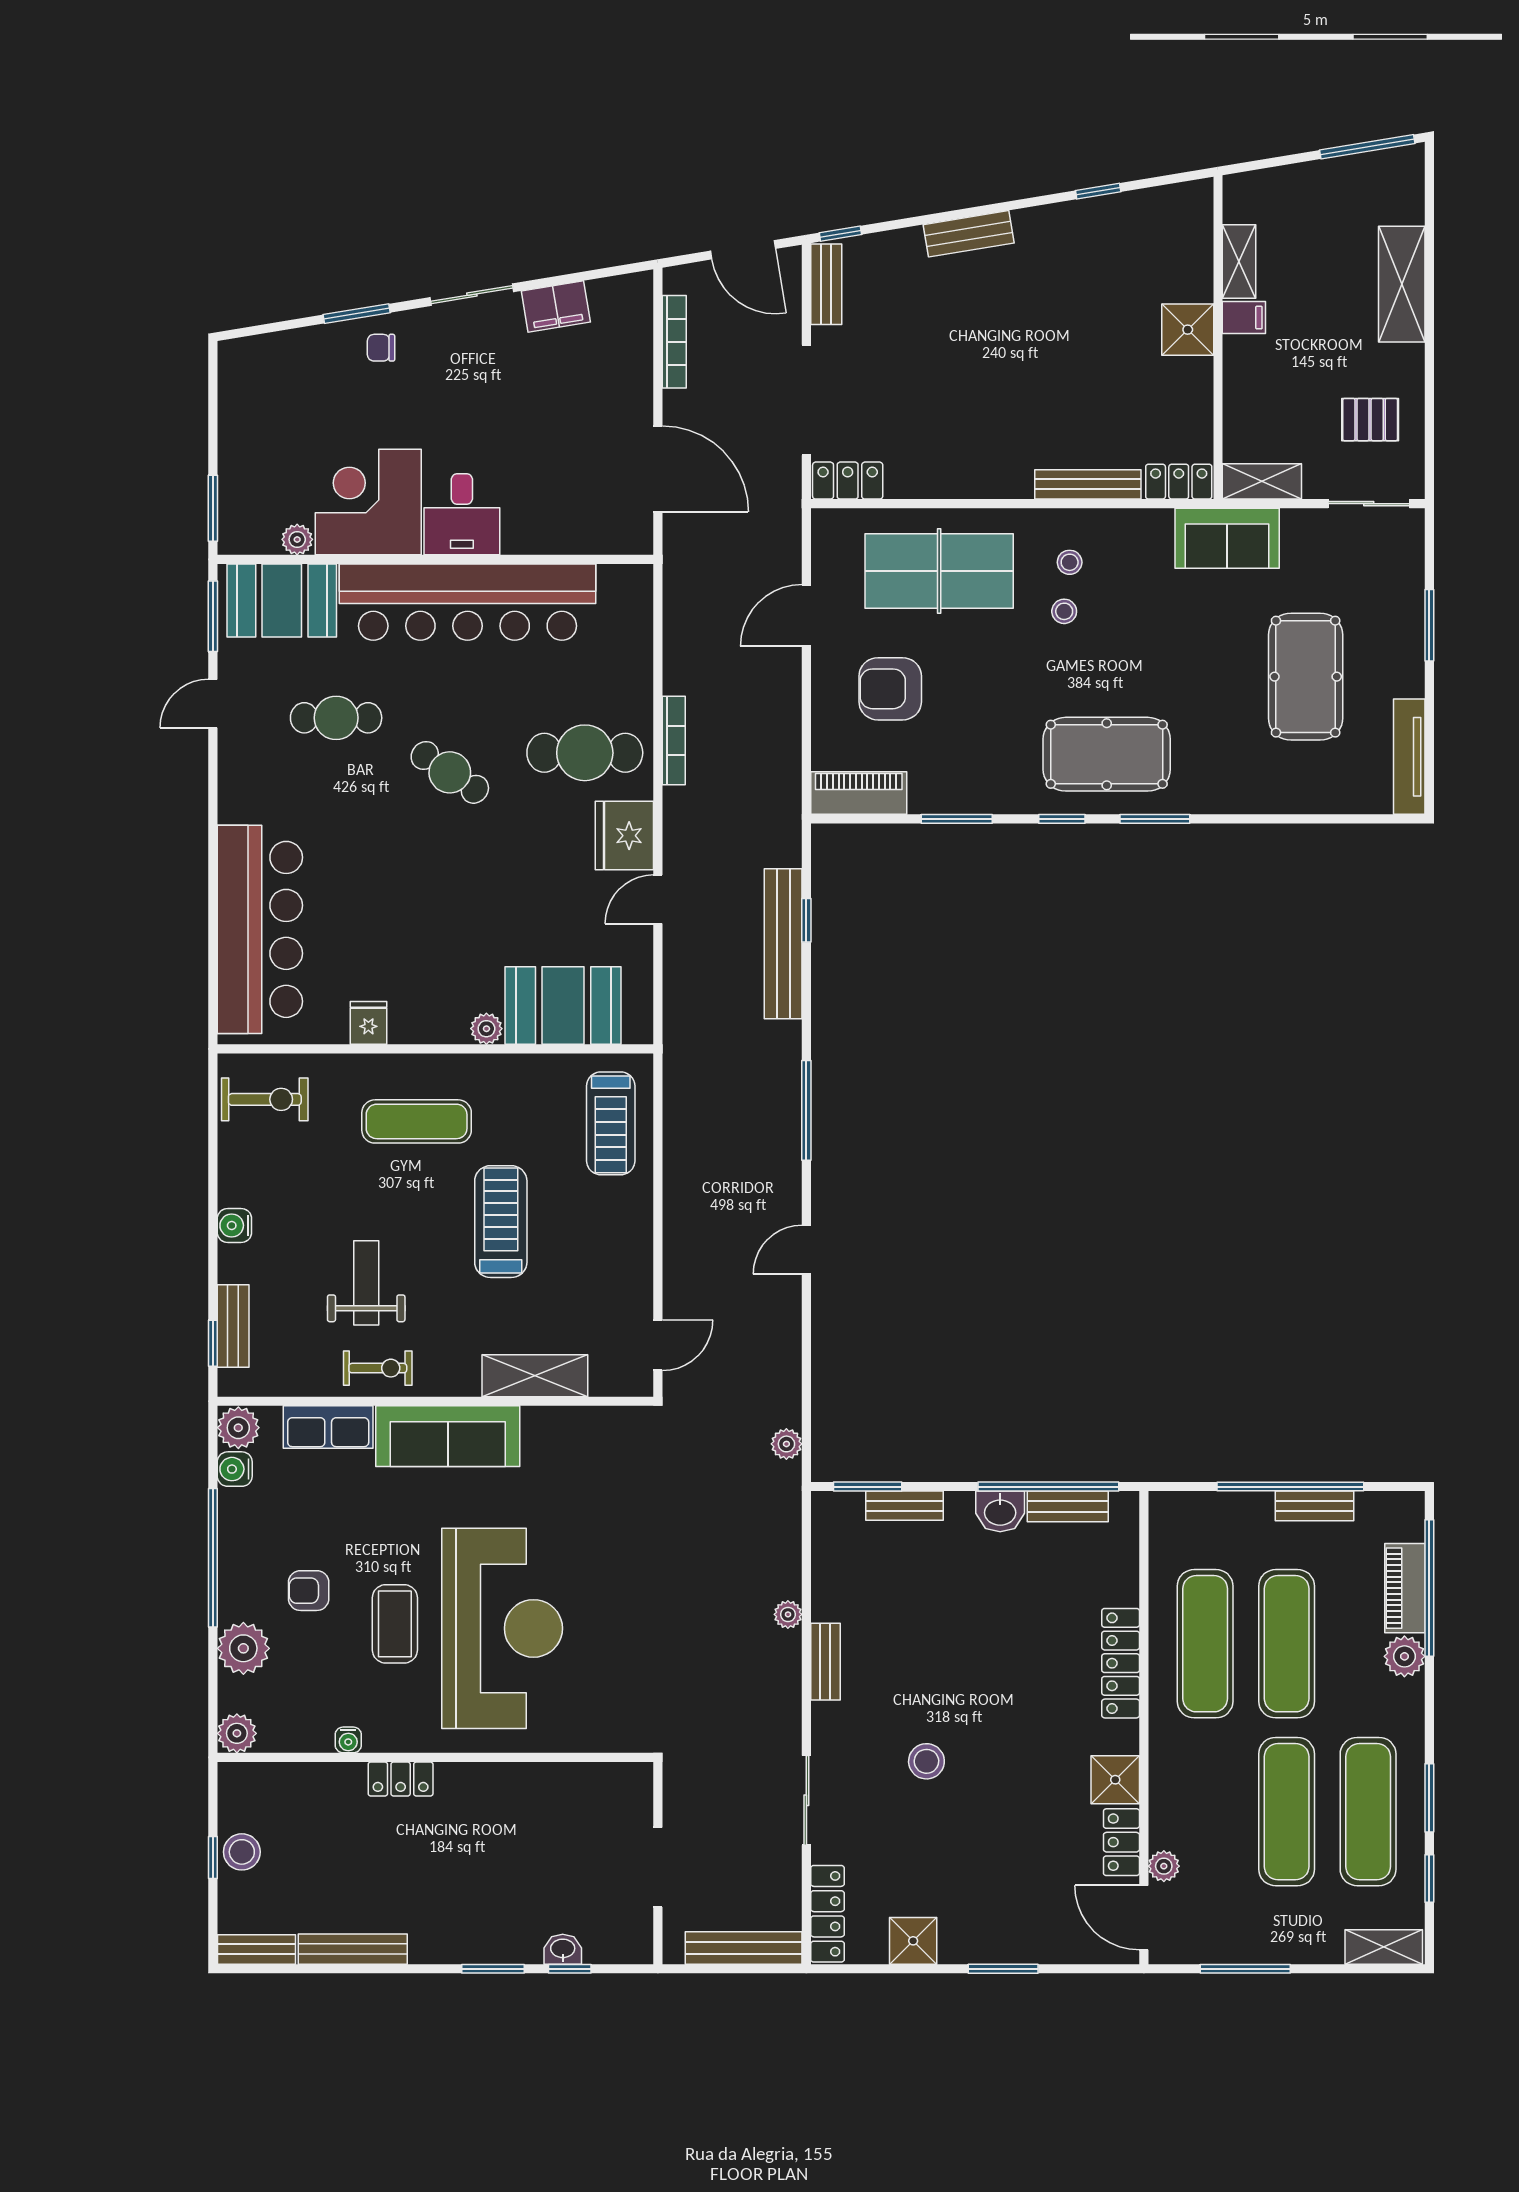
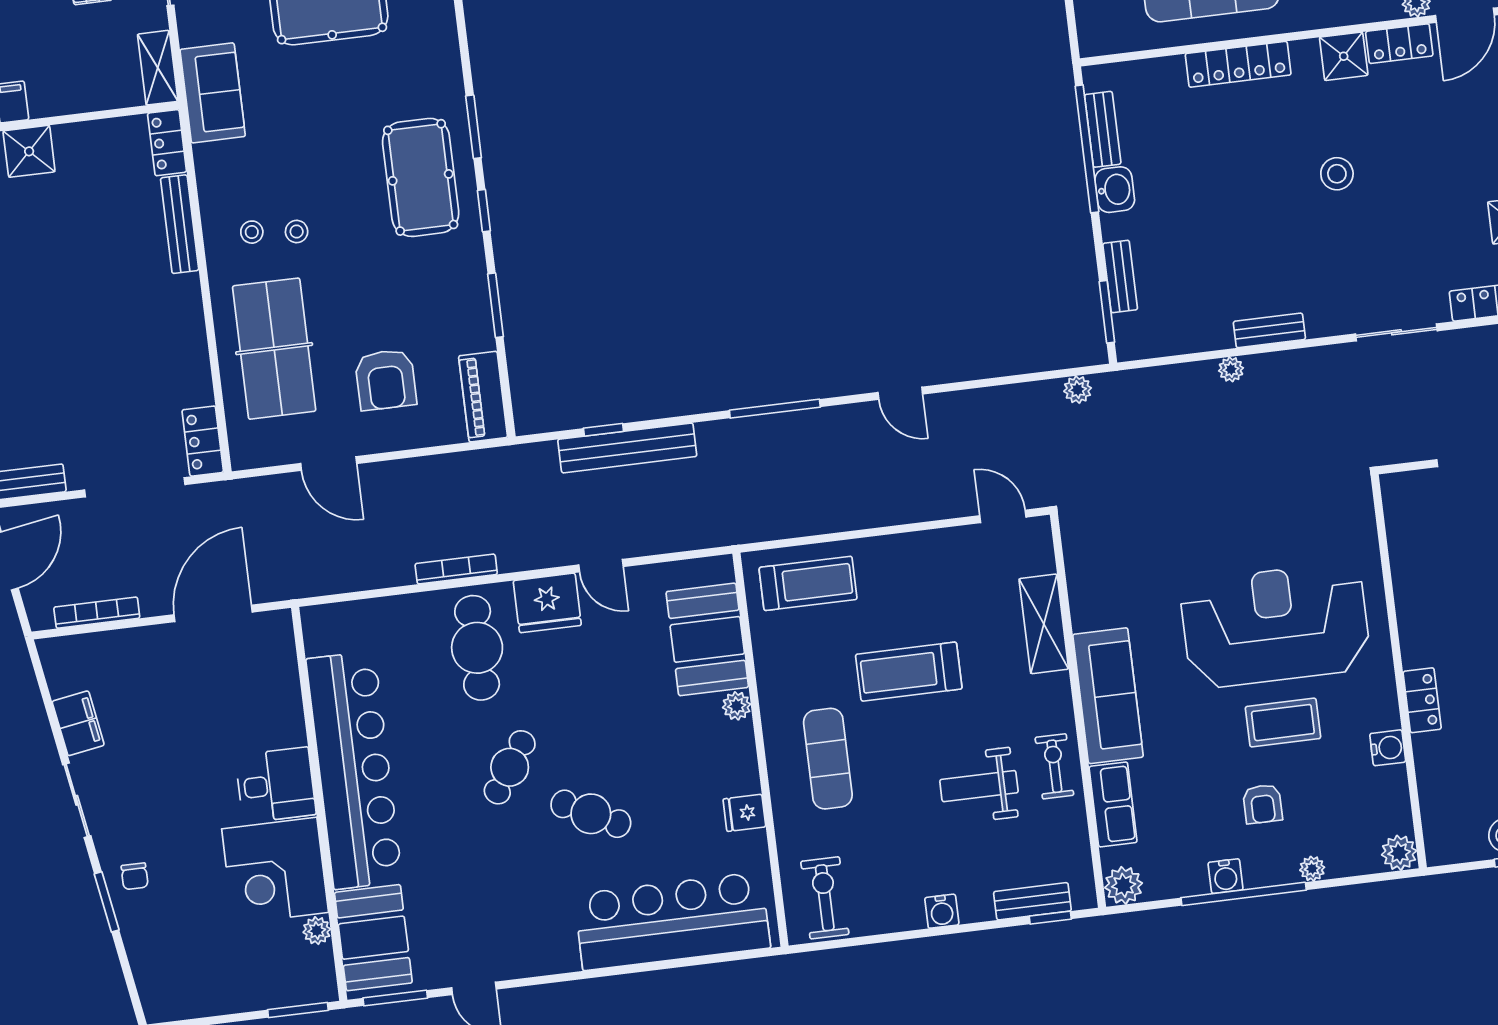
cafe table: (336, 718) -> (591, 814), moved, turned -63
water cooler: (235, 1469) -> (1226, 876), moved
plant: (243, 1648) -> (1312, 869), width x0.53, depth x0.53
water cooler: (348, 1740) -> (1388, 748), width x1.38, depth x1.38
stool: (926, 1761) -> (1337, 174), moved

